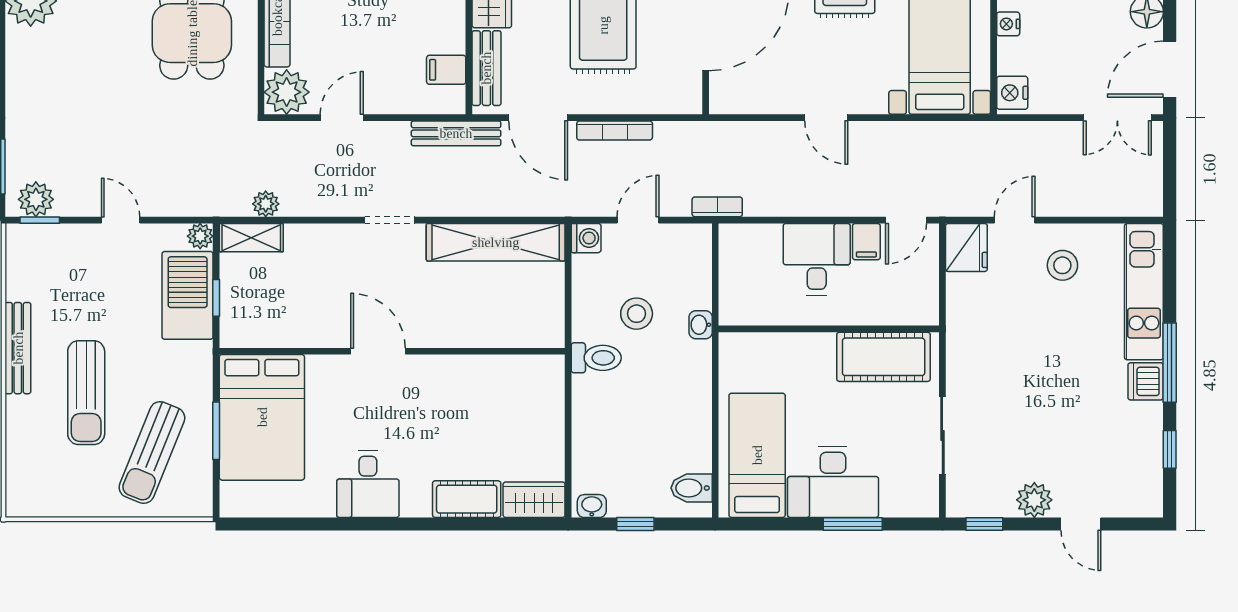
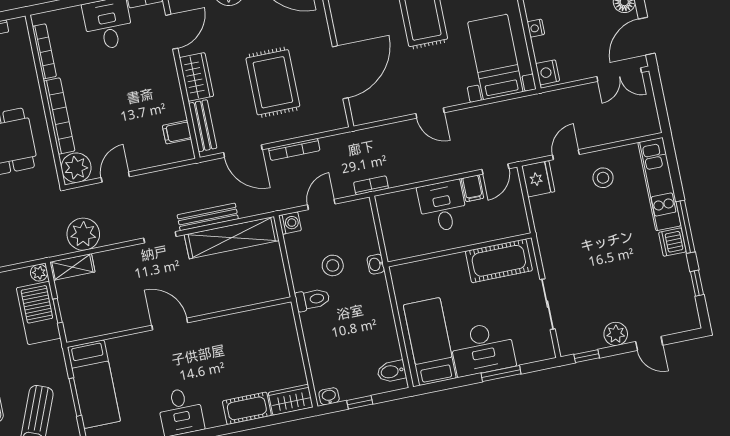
bench: (456, 133) -> (208, 217), moved
plant: (266, 204) -> (83, 234), width x1.88, depth x1.88
bed: (262, 417) -> (94, 384), width x0.67

